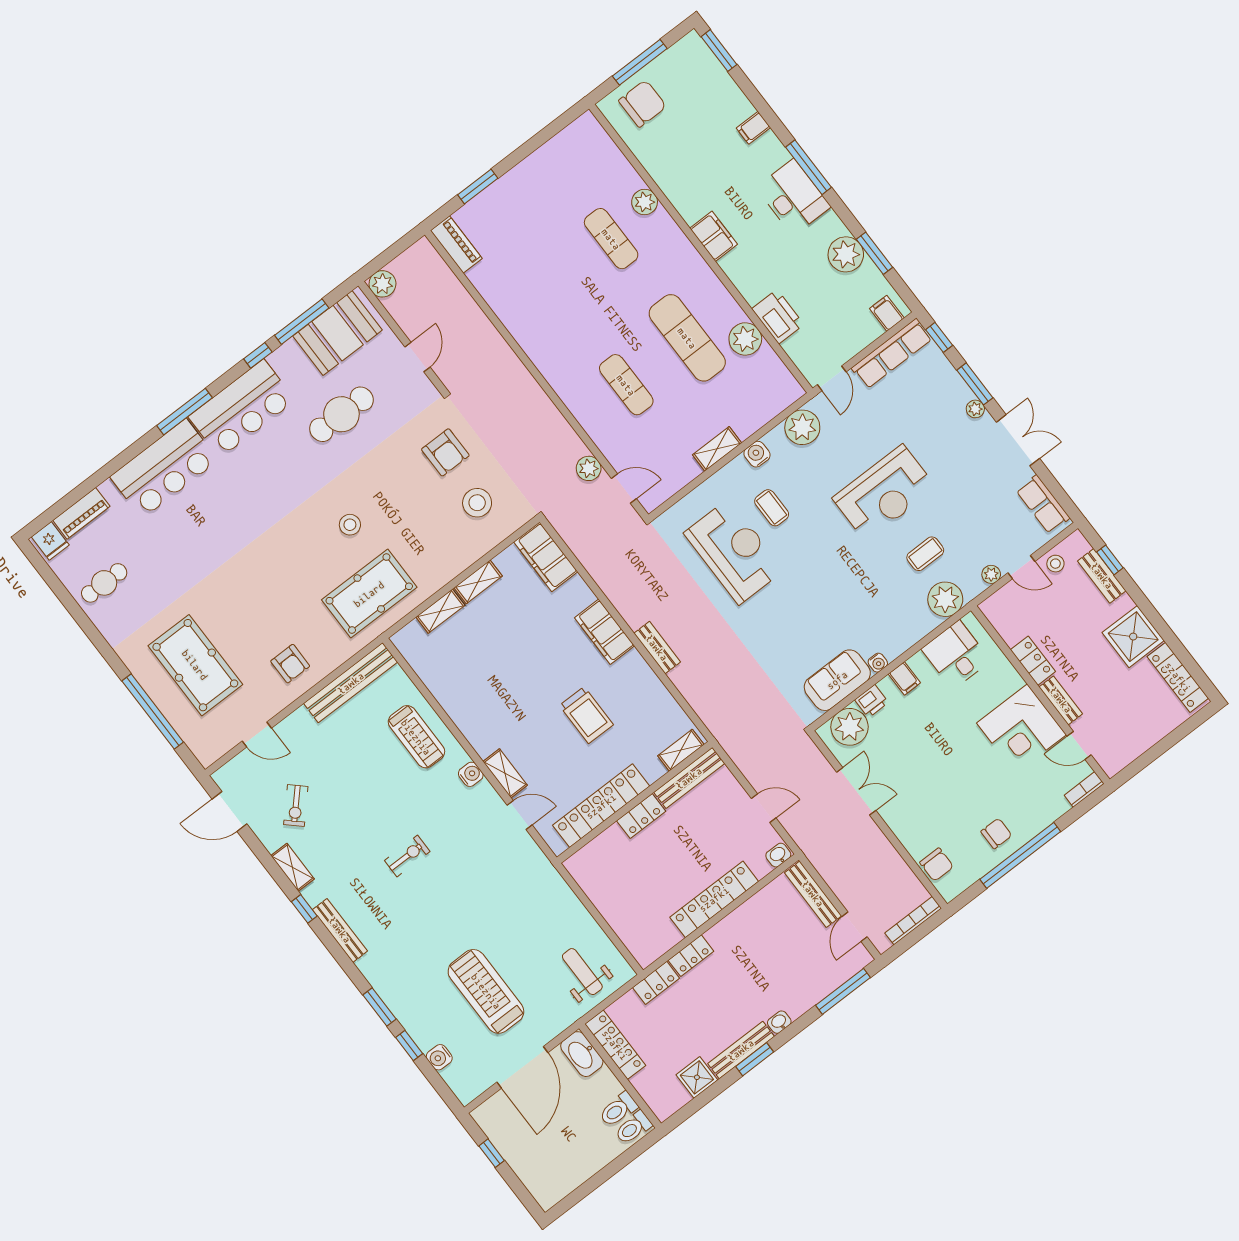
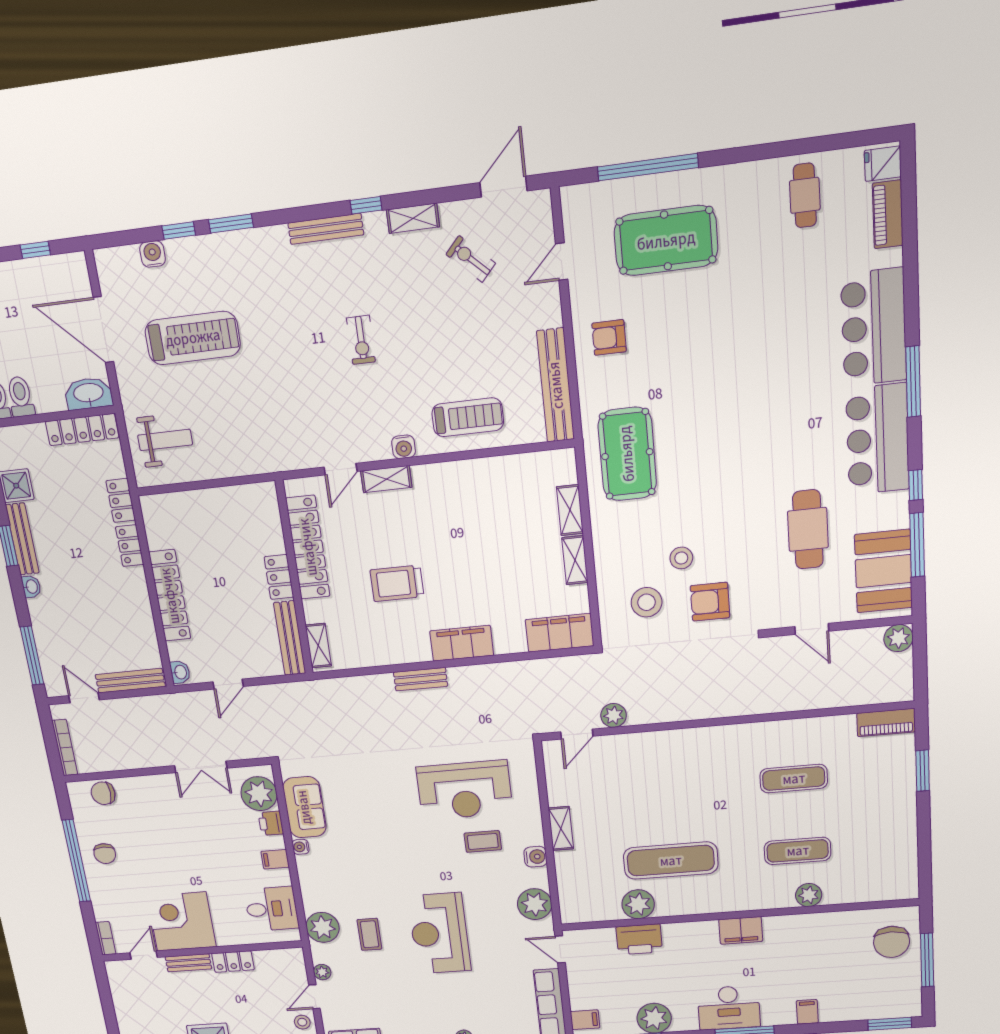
exercise mat: (626, 385) -> (794, 779), moved
stool: (350, 525) -> (681, 558), moved
treadmill: (416, 737) -> (468, 417), turned 180

